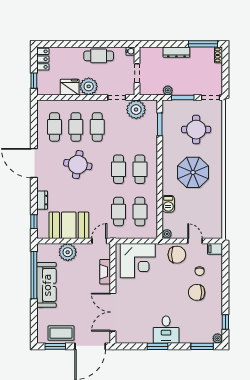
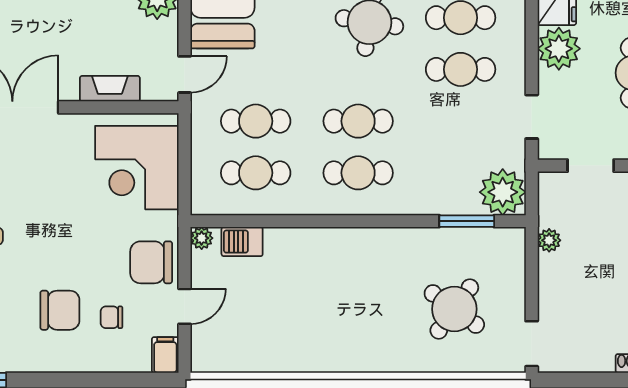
window: (183, 98) -> (532, 276), removed
plant: (136, 110) -> (503, 192), moved
round table: (196, 130) -> (454, 309), turned 36
parasol: (193, 172) -> (350, 301), removed
barbecue: (168, 204) -> (242, 242), moved
door: (99, 241) -> (185, 74), hinge flipped
chair: (177, 255) -> (151, 262), turned 90
chair: (197, 292) -> (60, 310), turned 90

